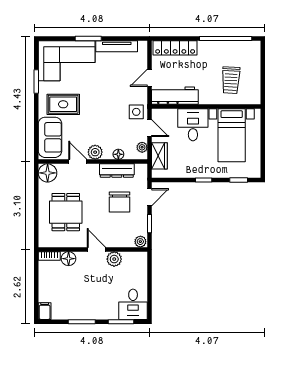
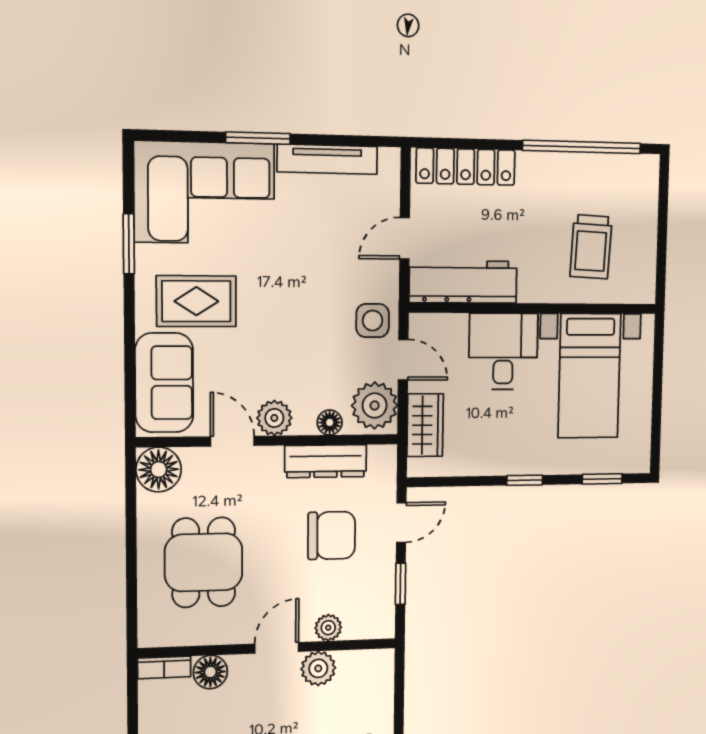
plant: (142, 147) -> (375, 405), width x1.88, depth x1.88
chair: (120, 202) -> (332, 535), turned -90
plant: (140, 242) -> (328, 628), moved
door: (96, 249) -> (277, 648), hinge flipped

